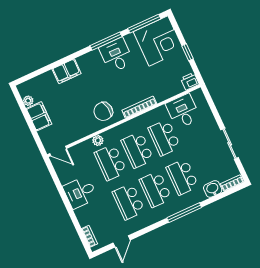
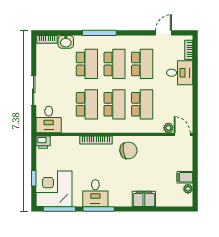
window: (188, 52) -> (34, 178), moved
desk: (183, 111) -> (49, 119), moved
filing cabinet: (39, 116) -> (185, 177), width x0.50
plant: (98, 140) -> (168, 128), moved
sliding door: (230, 144) -> (34, 91), moved
desk: (80, 192) -> (180, 73), moved

